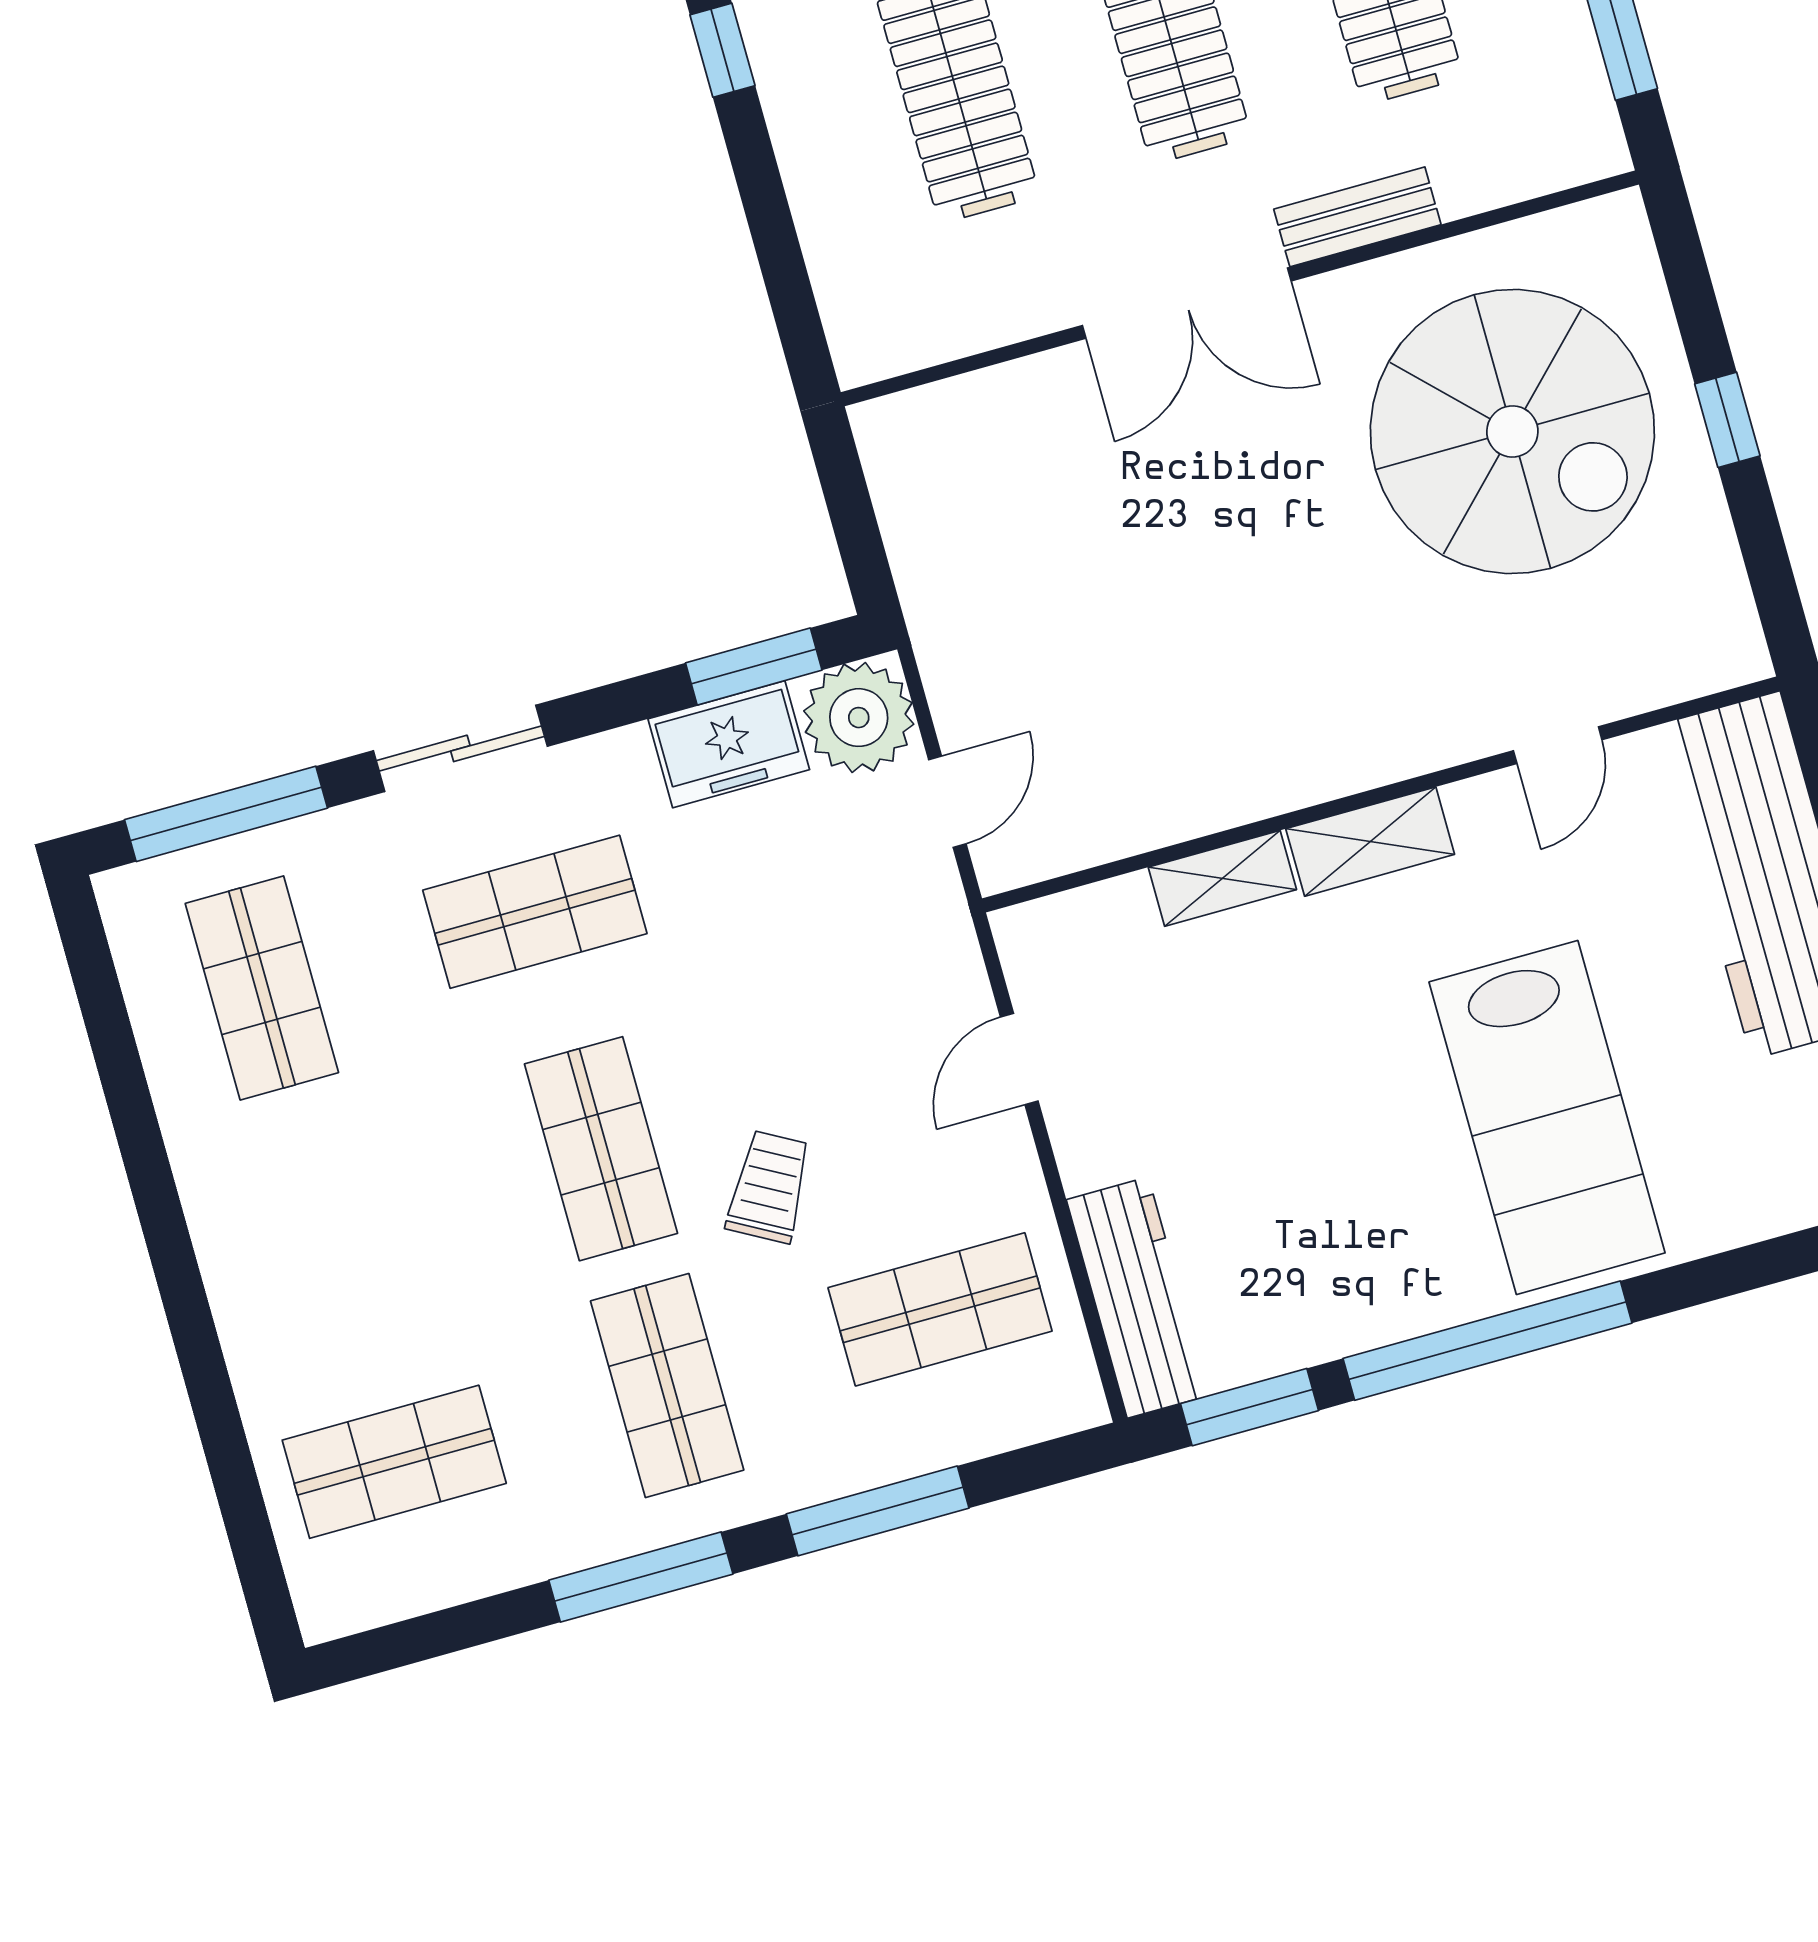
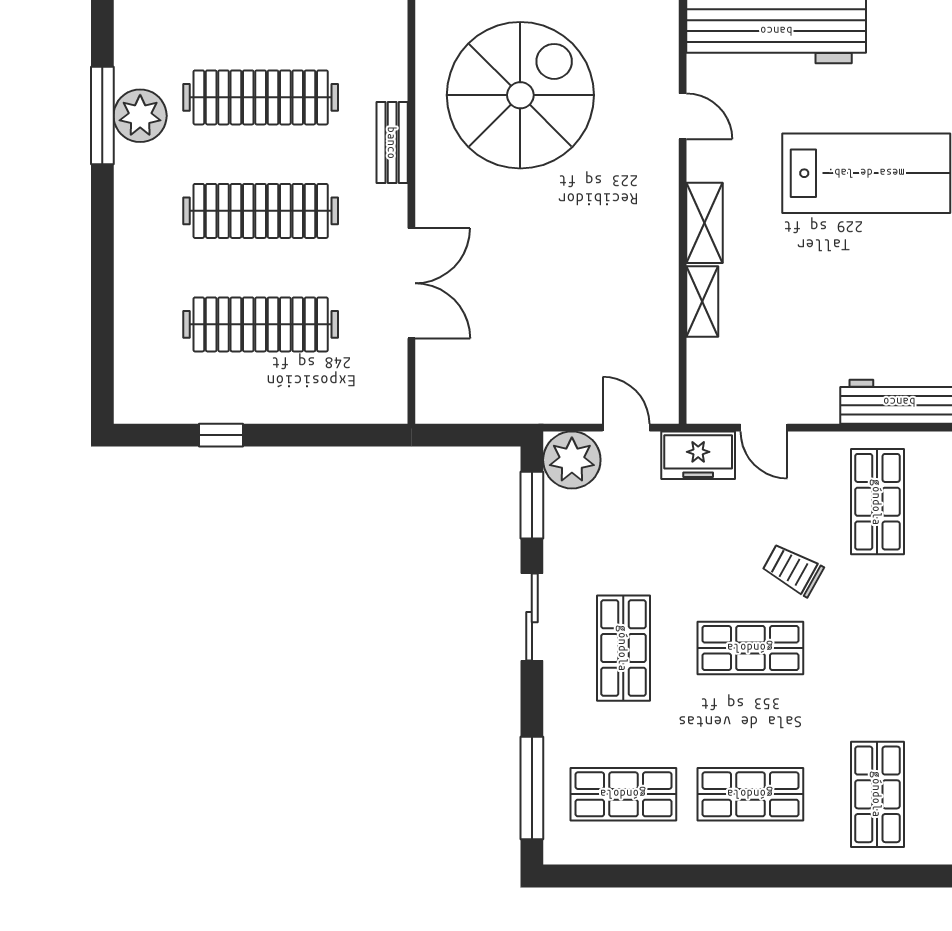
double door: (1187, 303) -> (411, 283), moved
freezer: (729, 744) -> (698, 455), moved, turned 90
sliding door: (460, 748) -> (532, 617), moved
shop shelf: (667, 1386) -> (750, 794), moved

